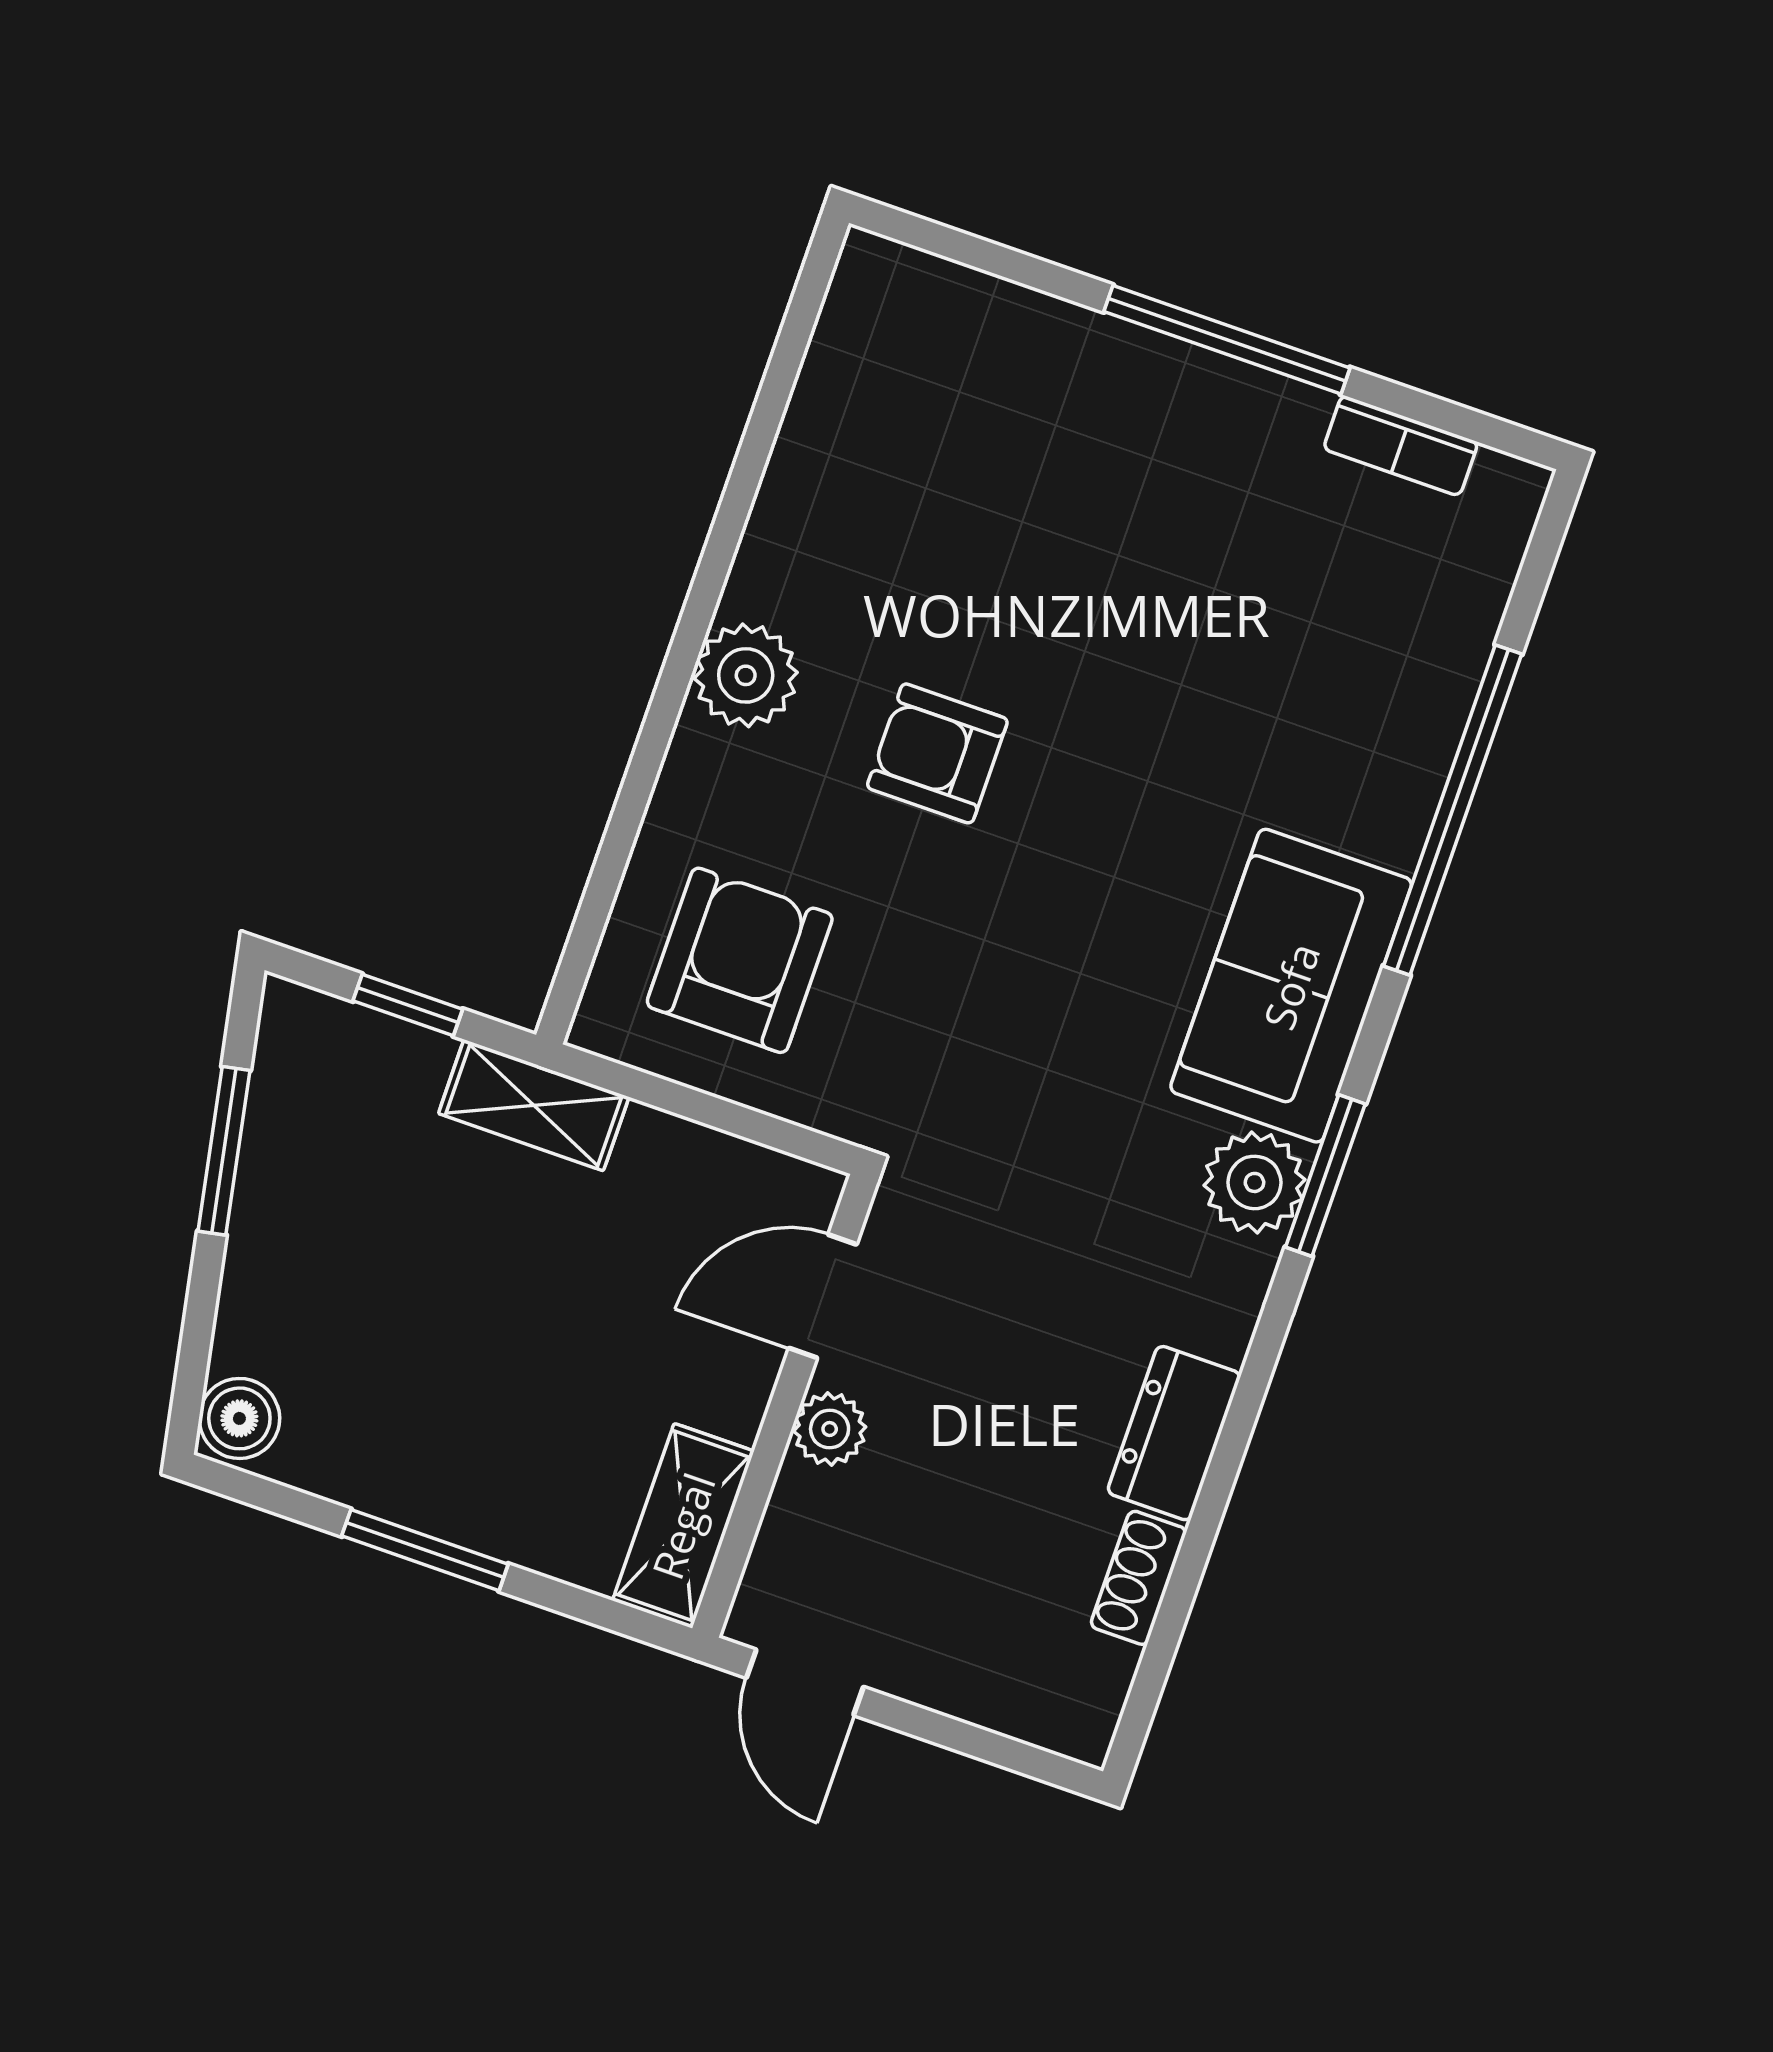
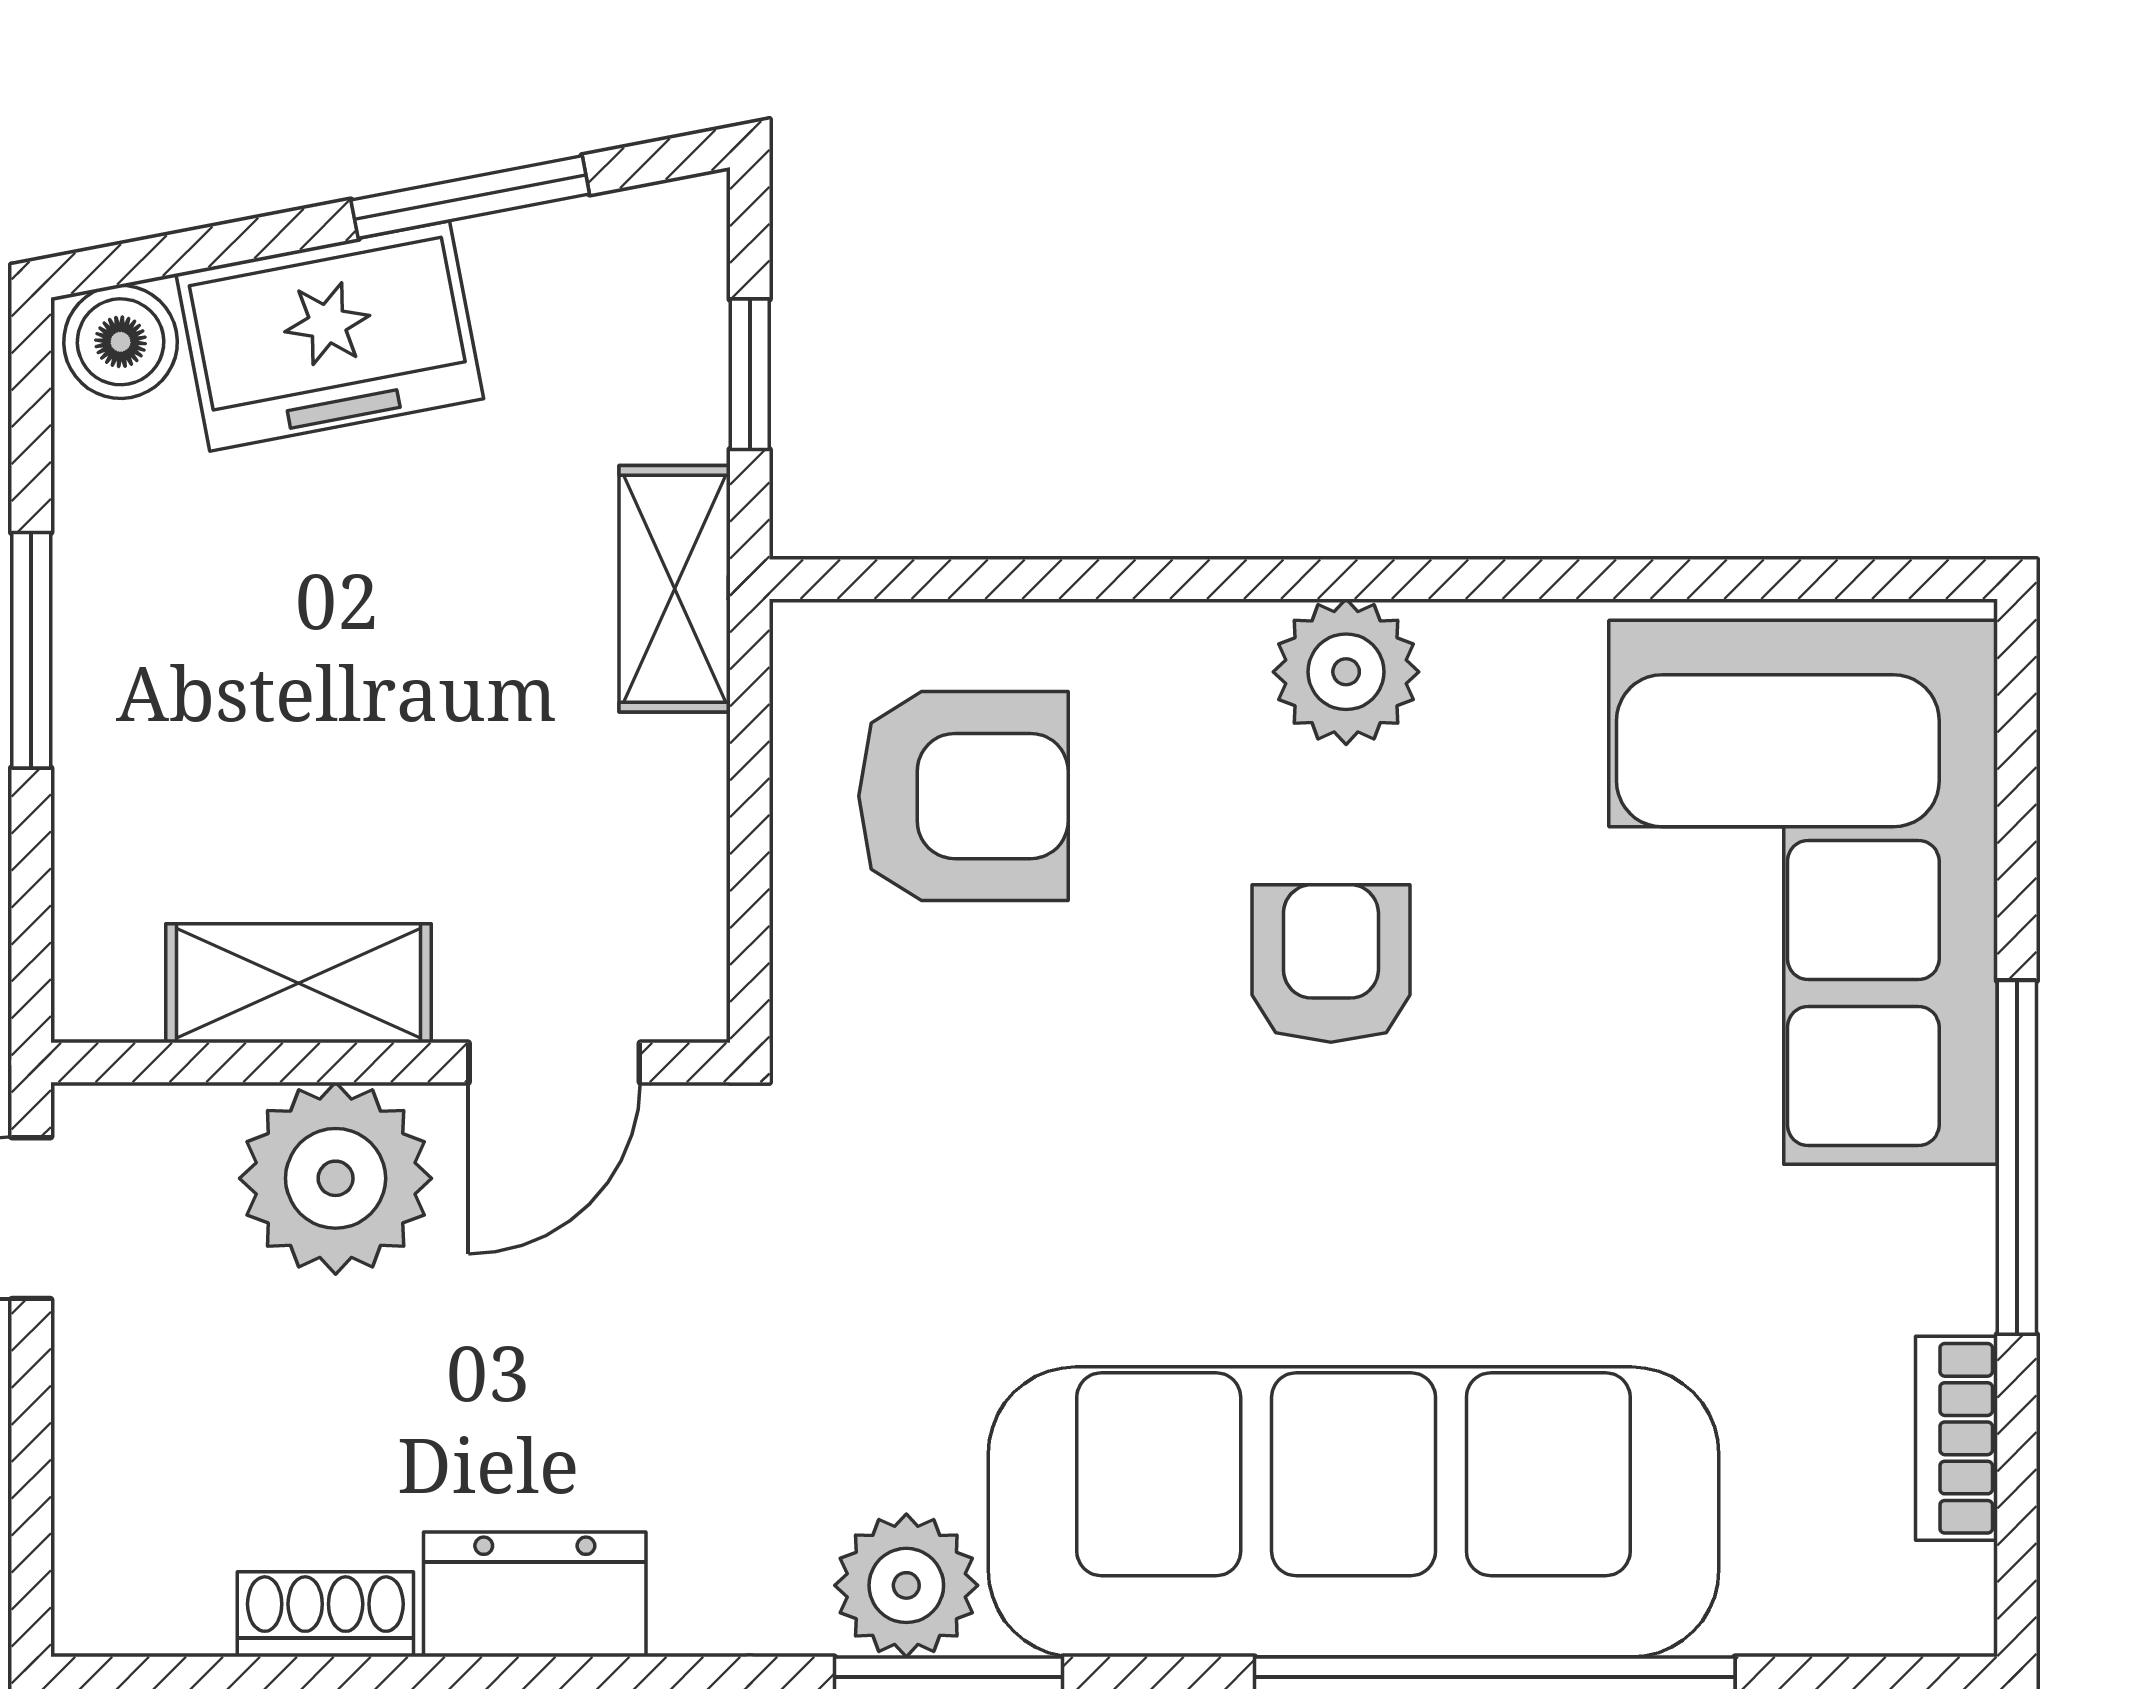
corner sofa: (1000, 421) -> (1803, 892), added
sofa: (1291, 986) -> (1354, 1512), width x1.85, depth x1.27
freezer: (284, 1277) -> (330, 336), added
door: (823, 1296) -> (554, 1063), swing flipped
plant: (830, 1429) -> (336, 1178), width x1.88, depth x1.88
shelving: (683, 1526) -> (298, 983), moved

